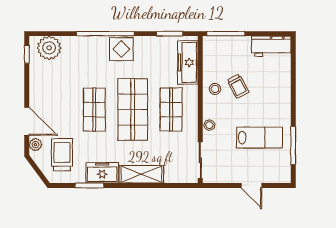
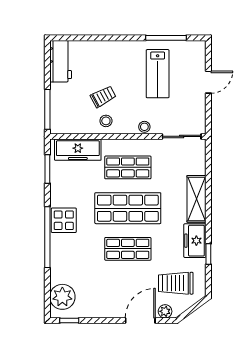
lab bench: (259, 138) -> (158, 74), turned 180
window: (90, 185) -> (208, 254), width x0.67

